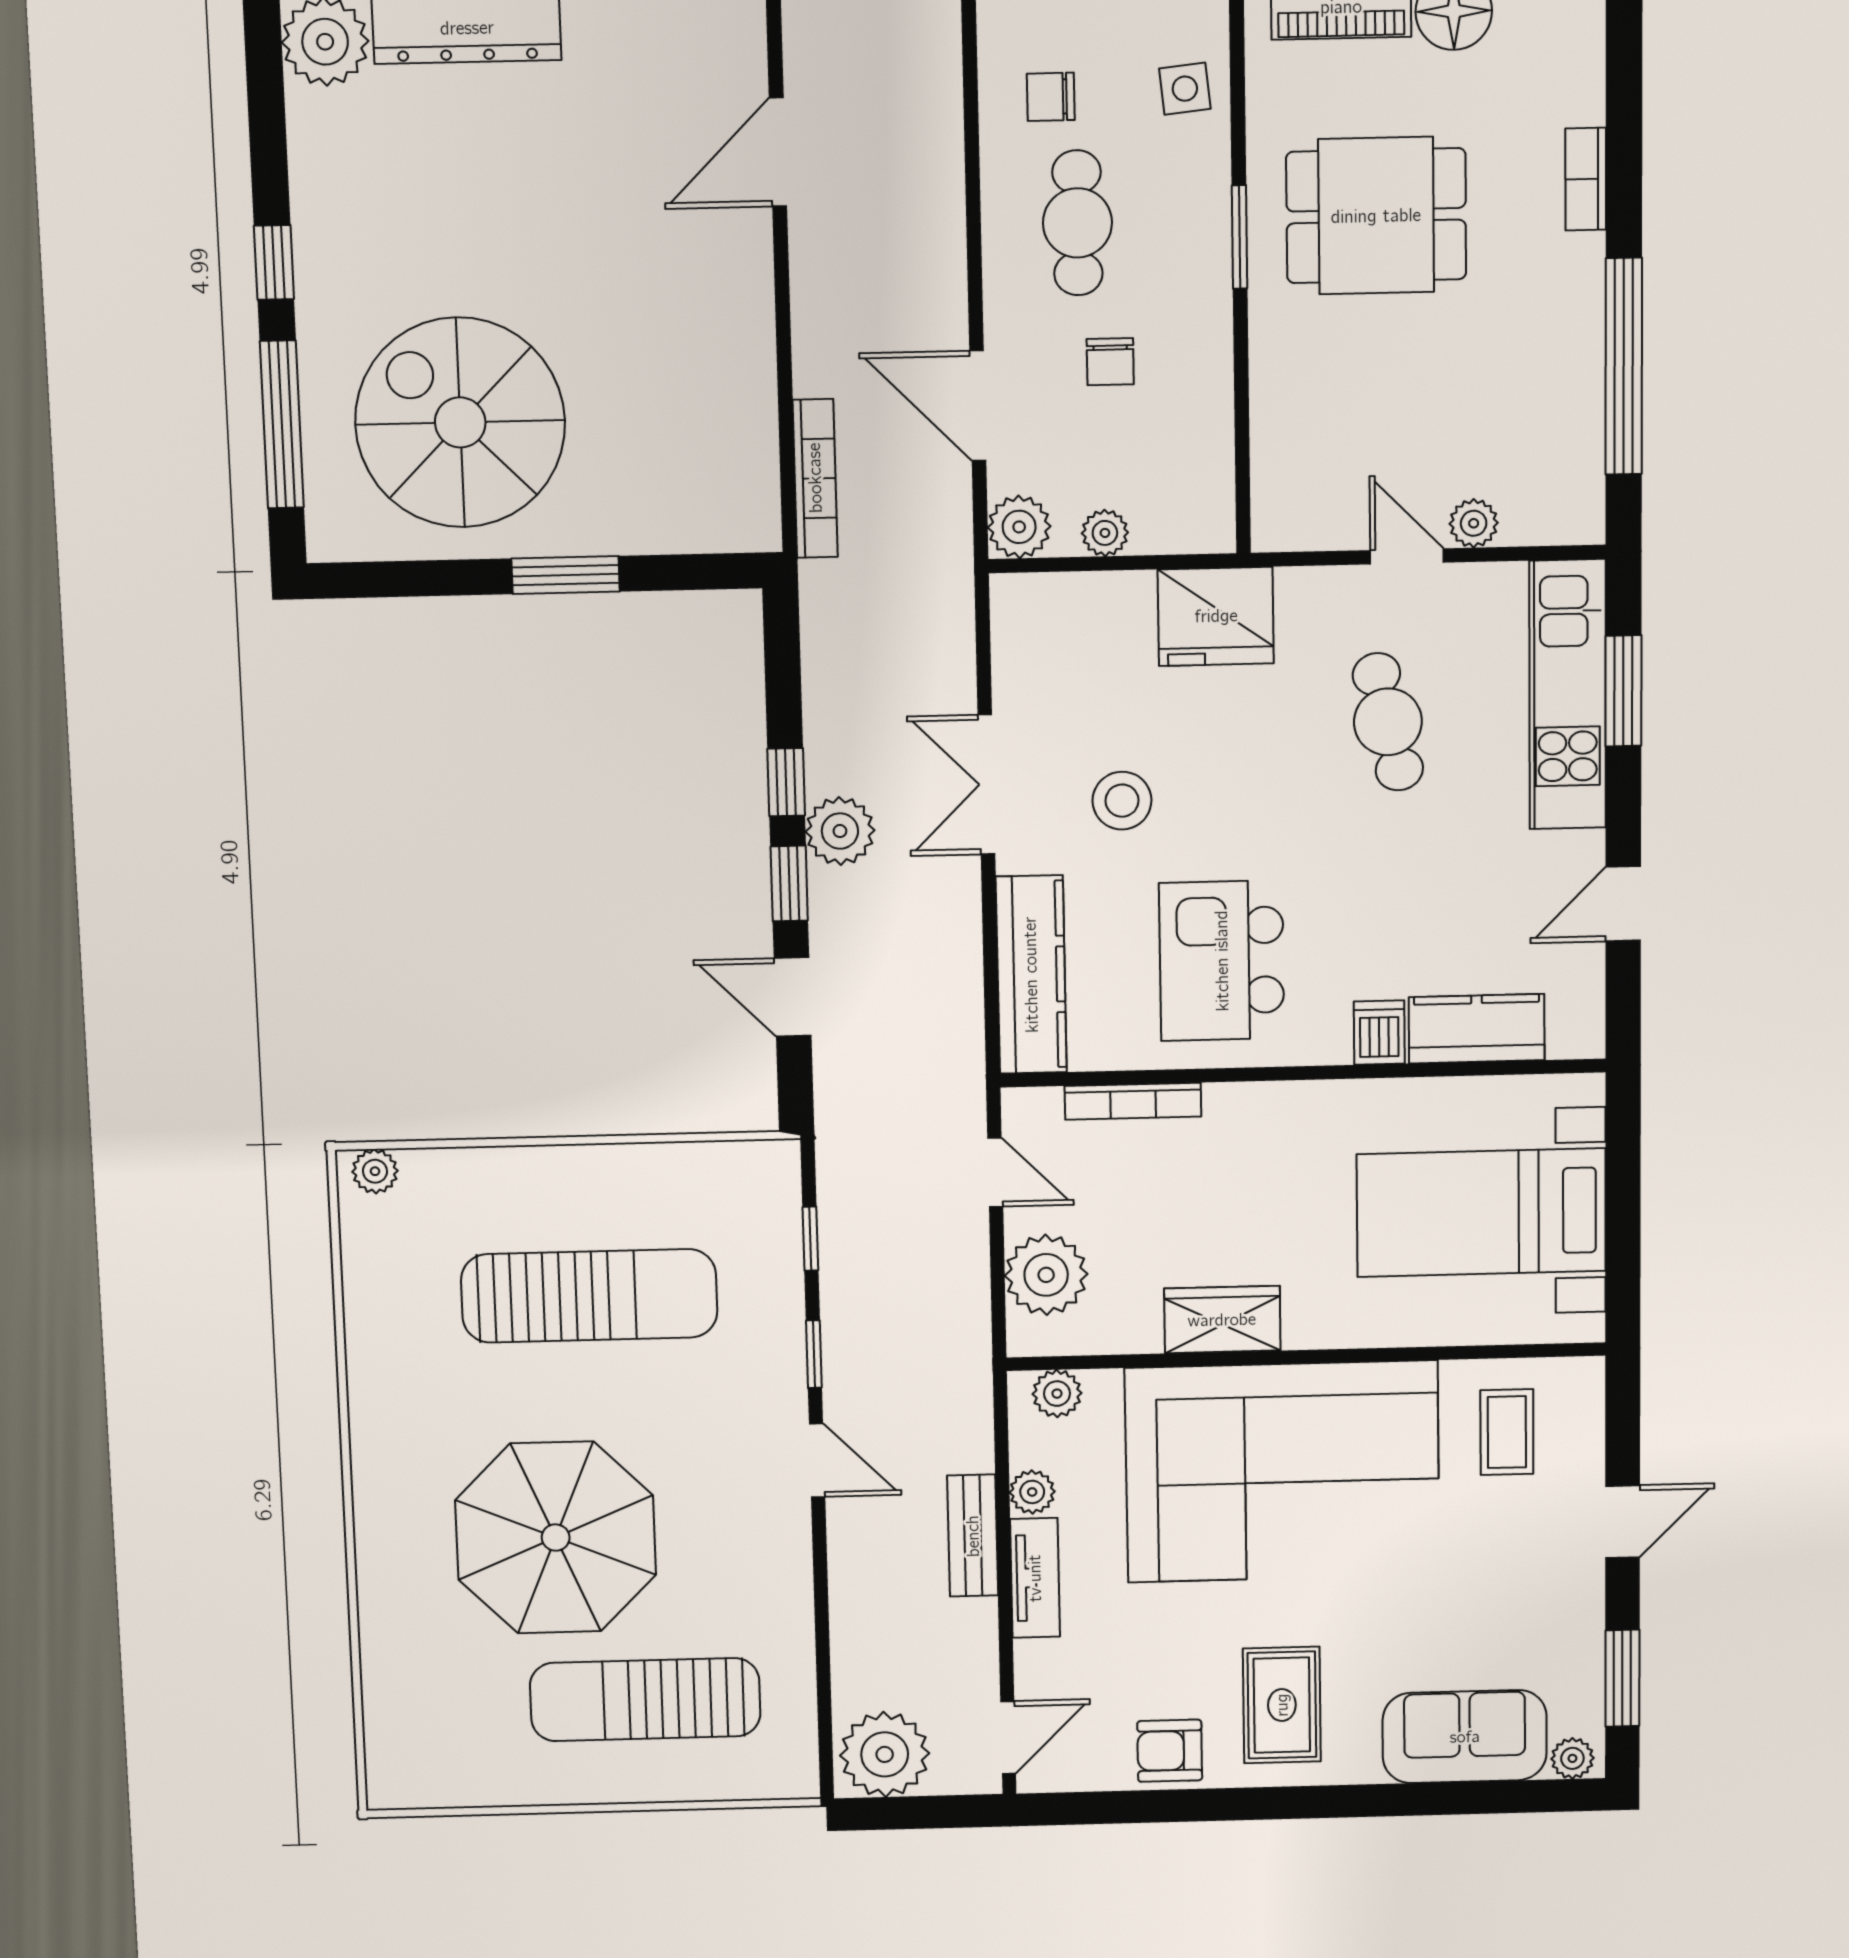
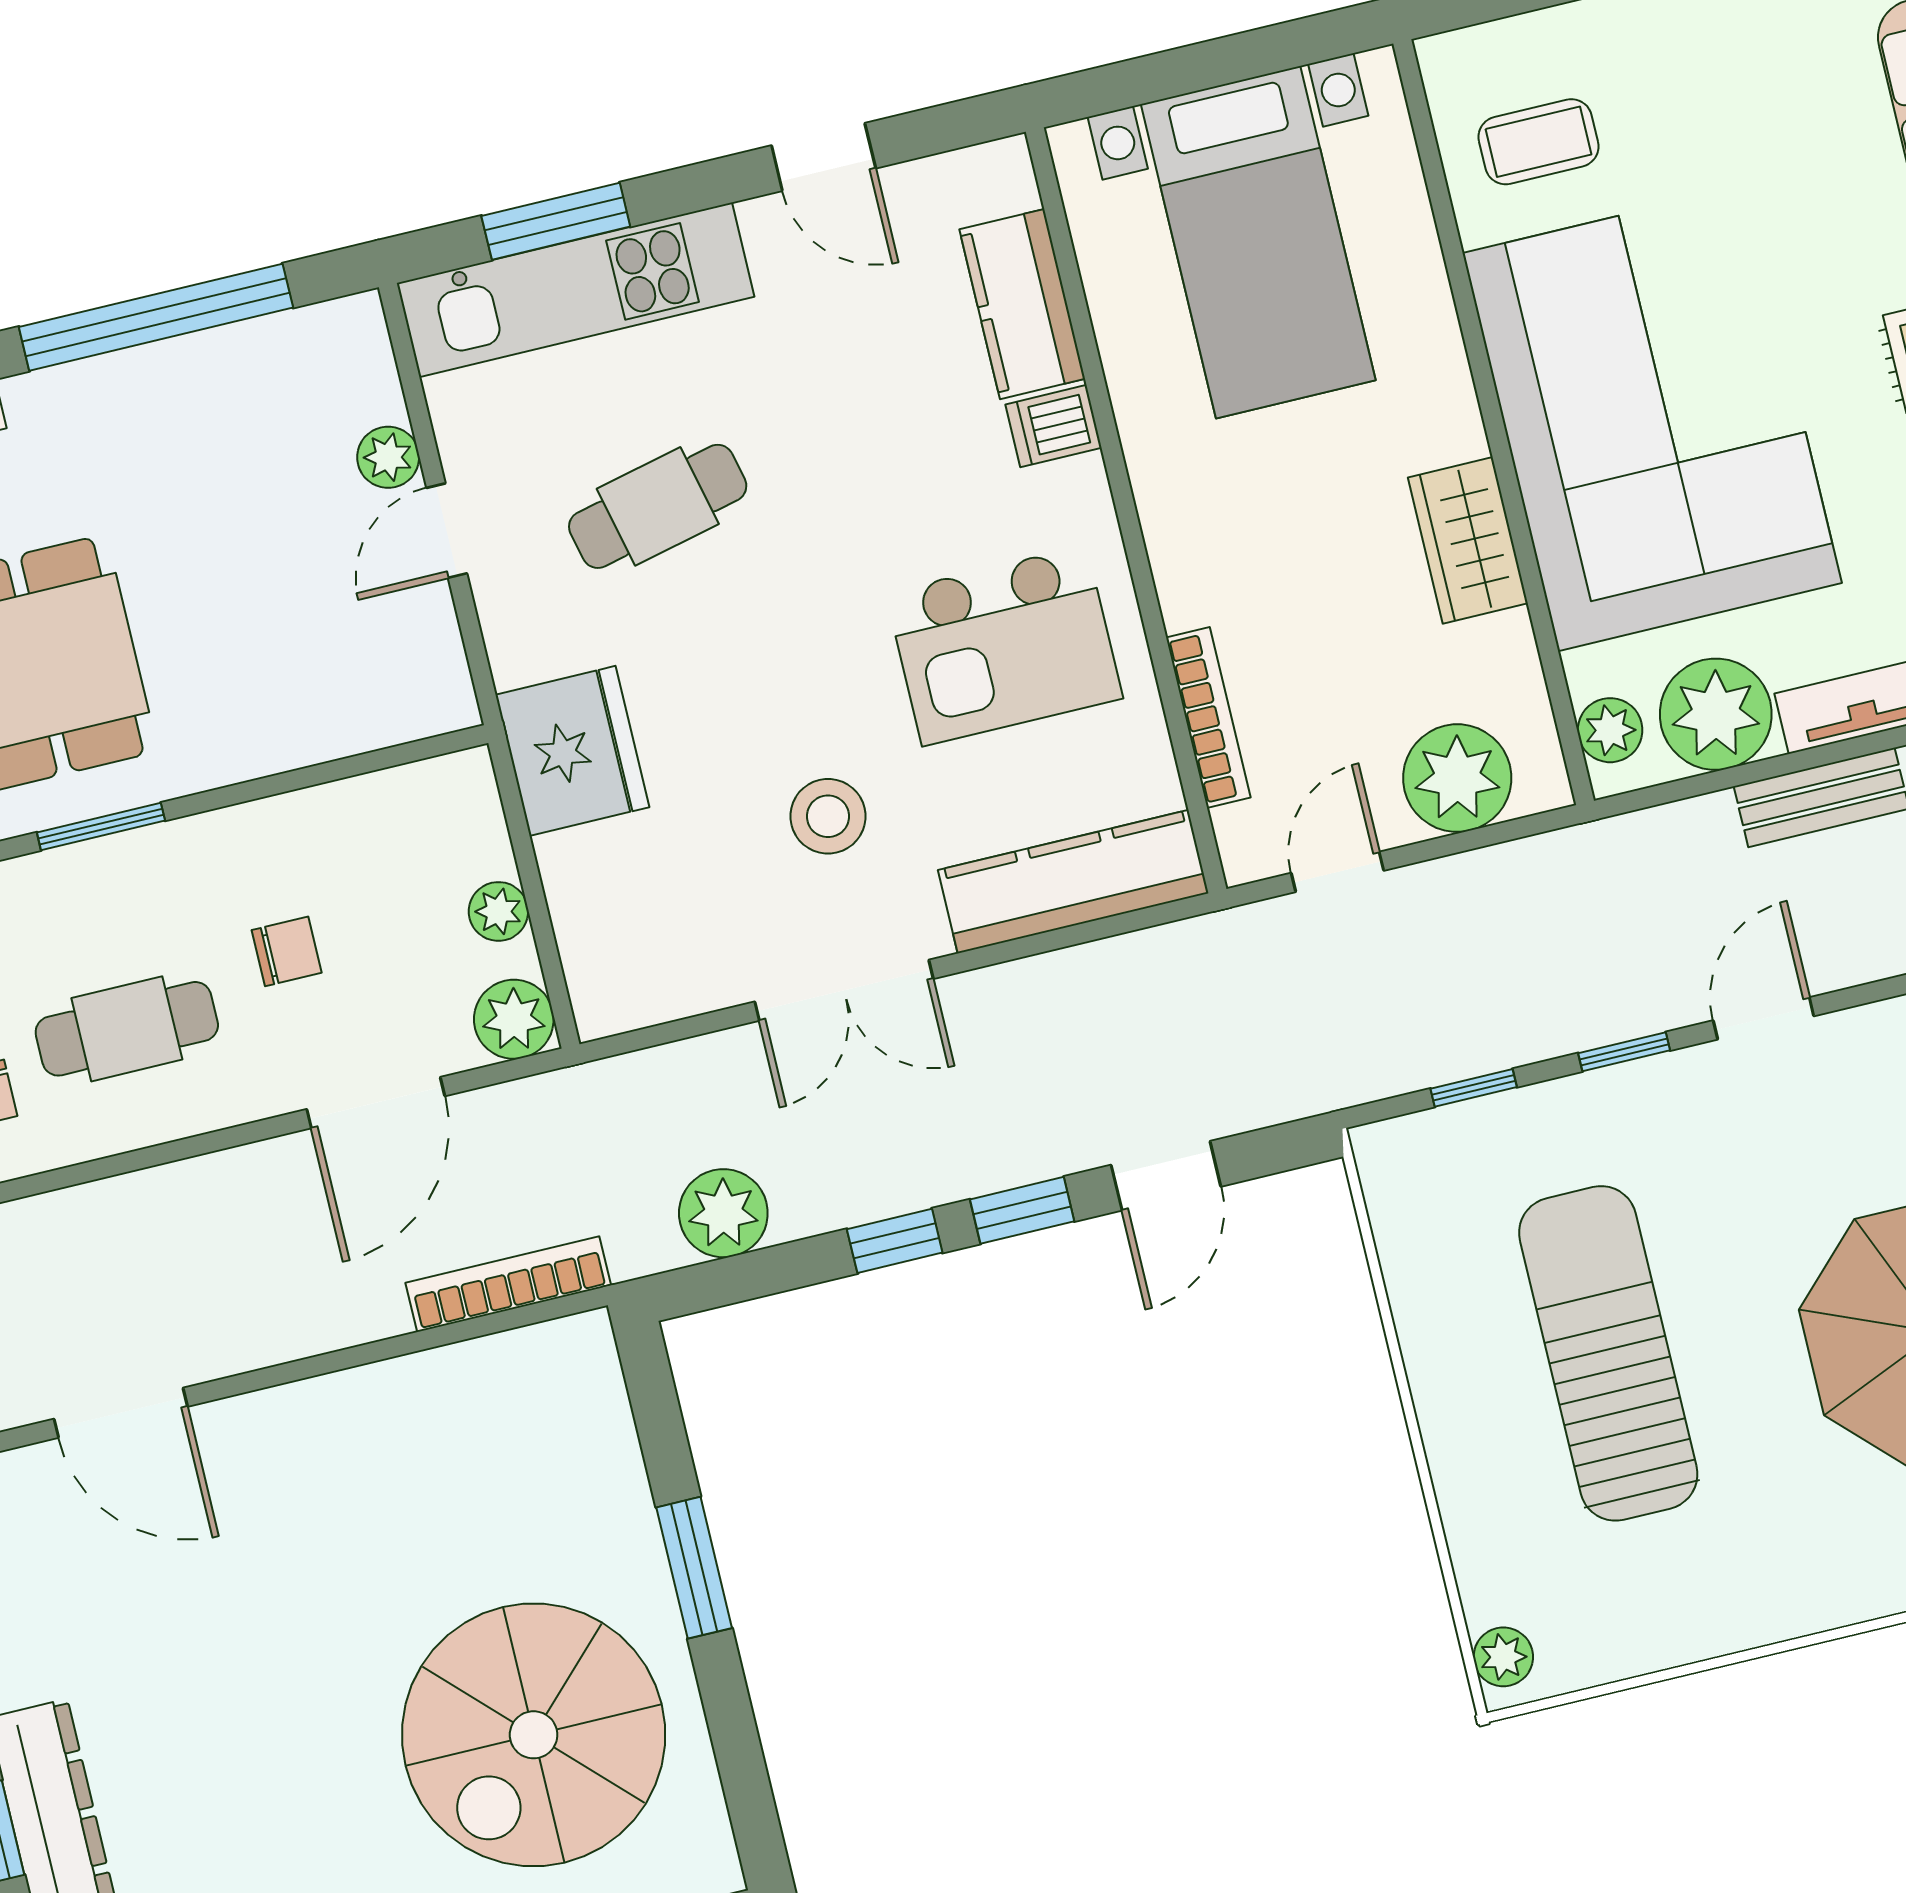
plant: (840, 831) -> (723, 1213), moved
plant: (1032, 1492) -> (1716, 714), width x1.88, depth x1.88

